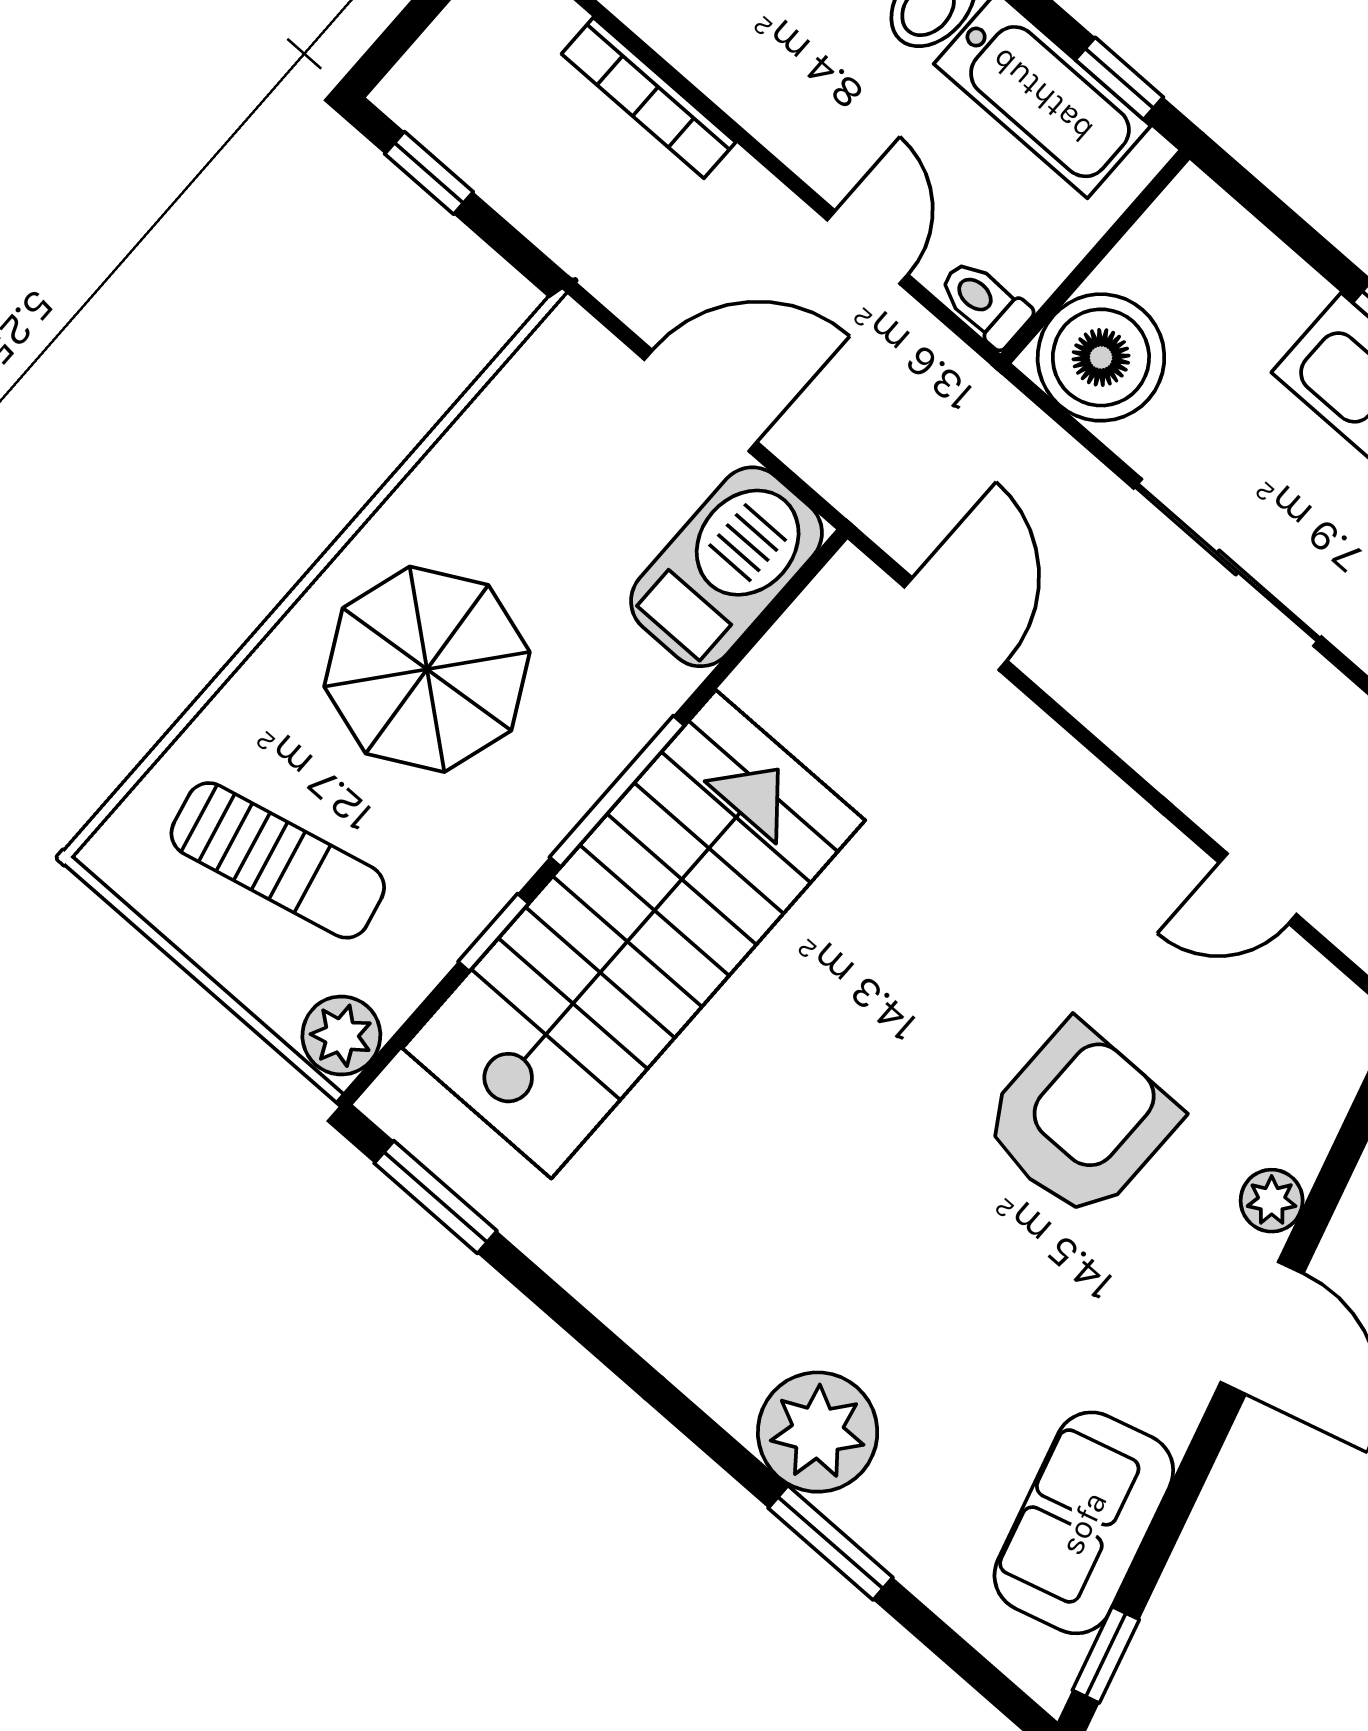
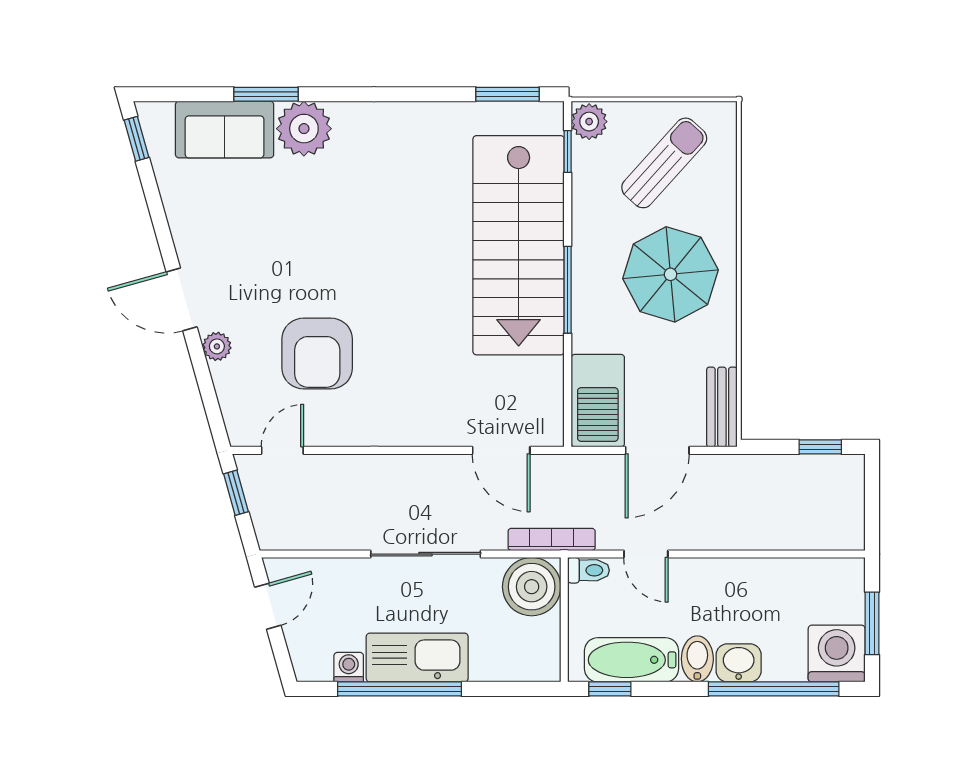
bookcase: (649, 98) -> (552, 539), moved
bench: (533, 379) -> (722, 407), added
sun lounger: (278, 860) -> (664, 163), turned 145
door: (1258, 889) -> (282, 450), moved
window: (493, 932) -> (568, 152), moved
armchair: (1080, 1121) -> (317, 354), moved
sofa: (1084, 1523) -> (225, 130), moved, turned 106

